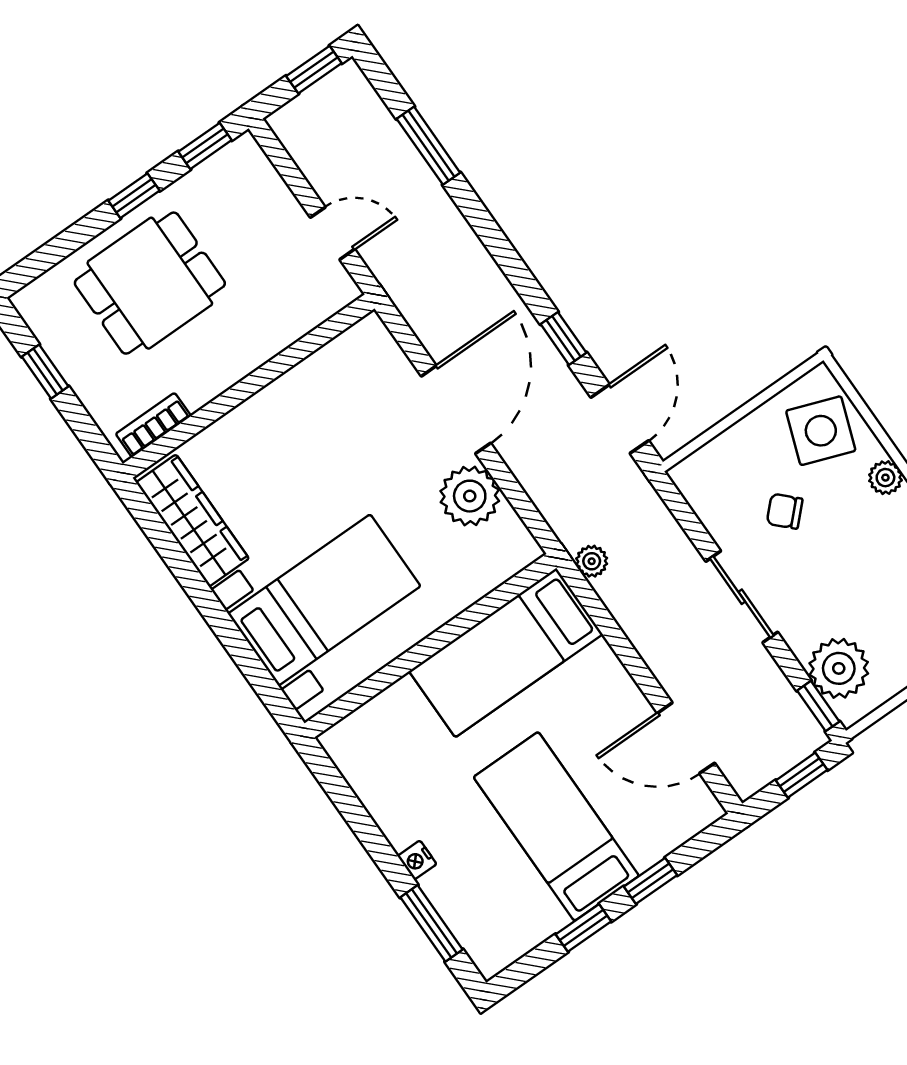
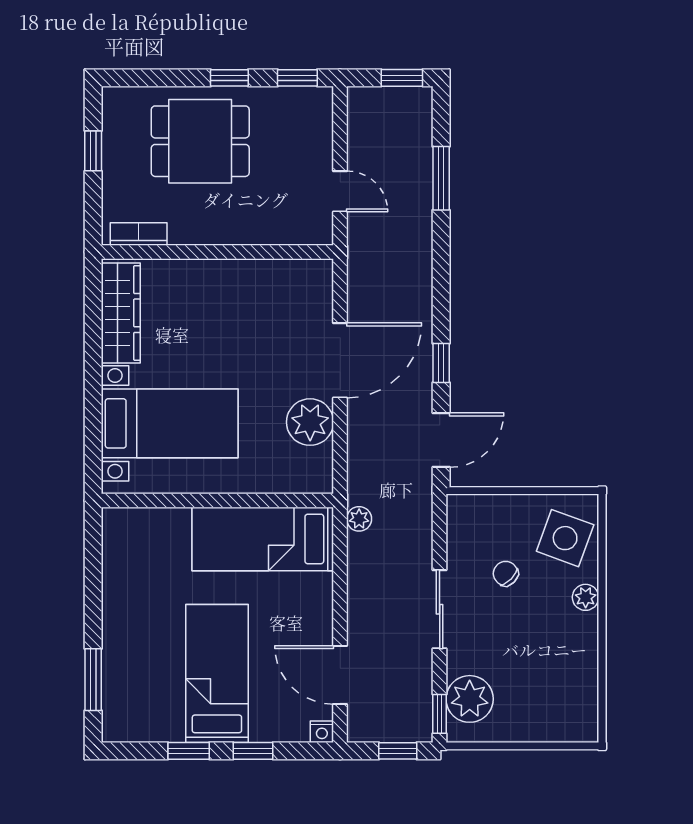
nightstand: (417, 860) -> (322, 732), moved, turned -90

